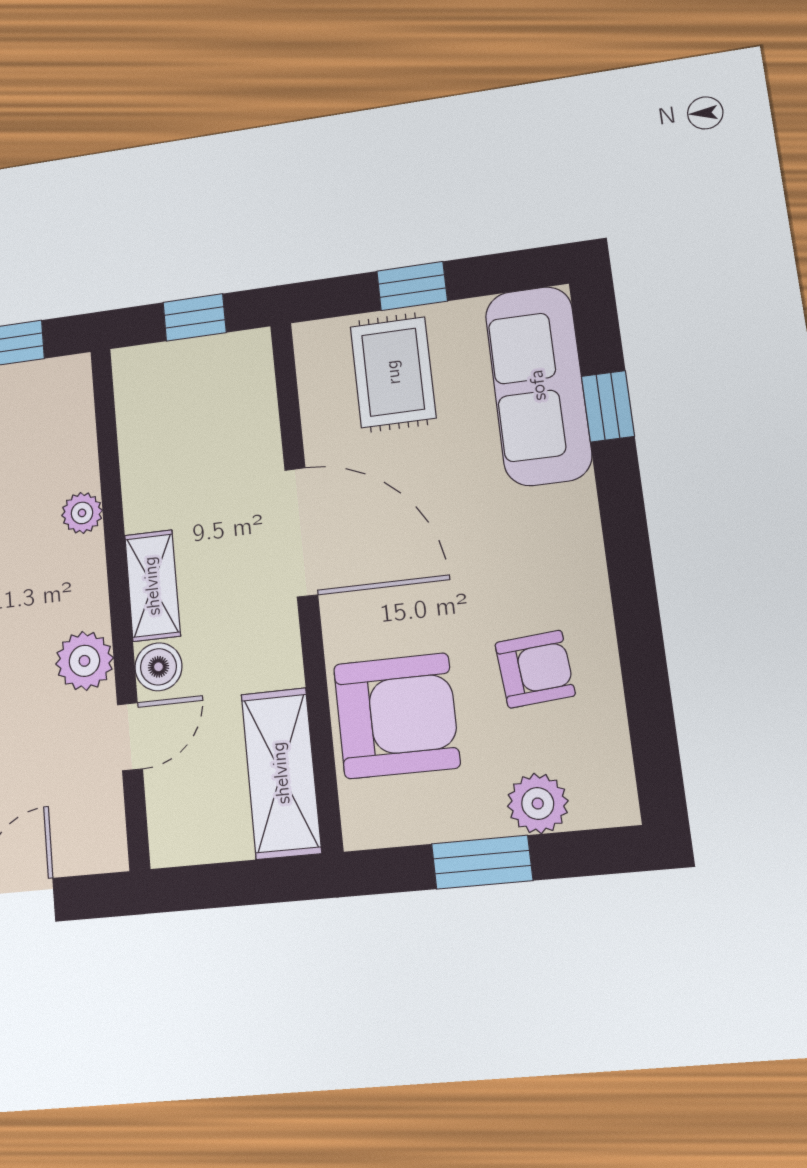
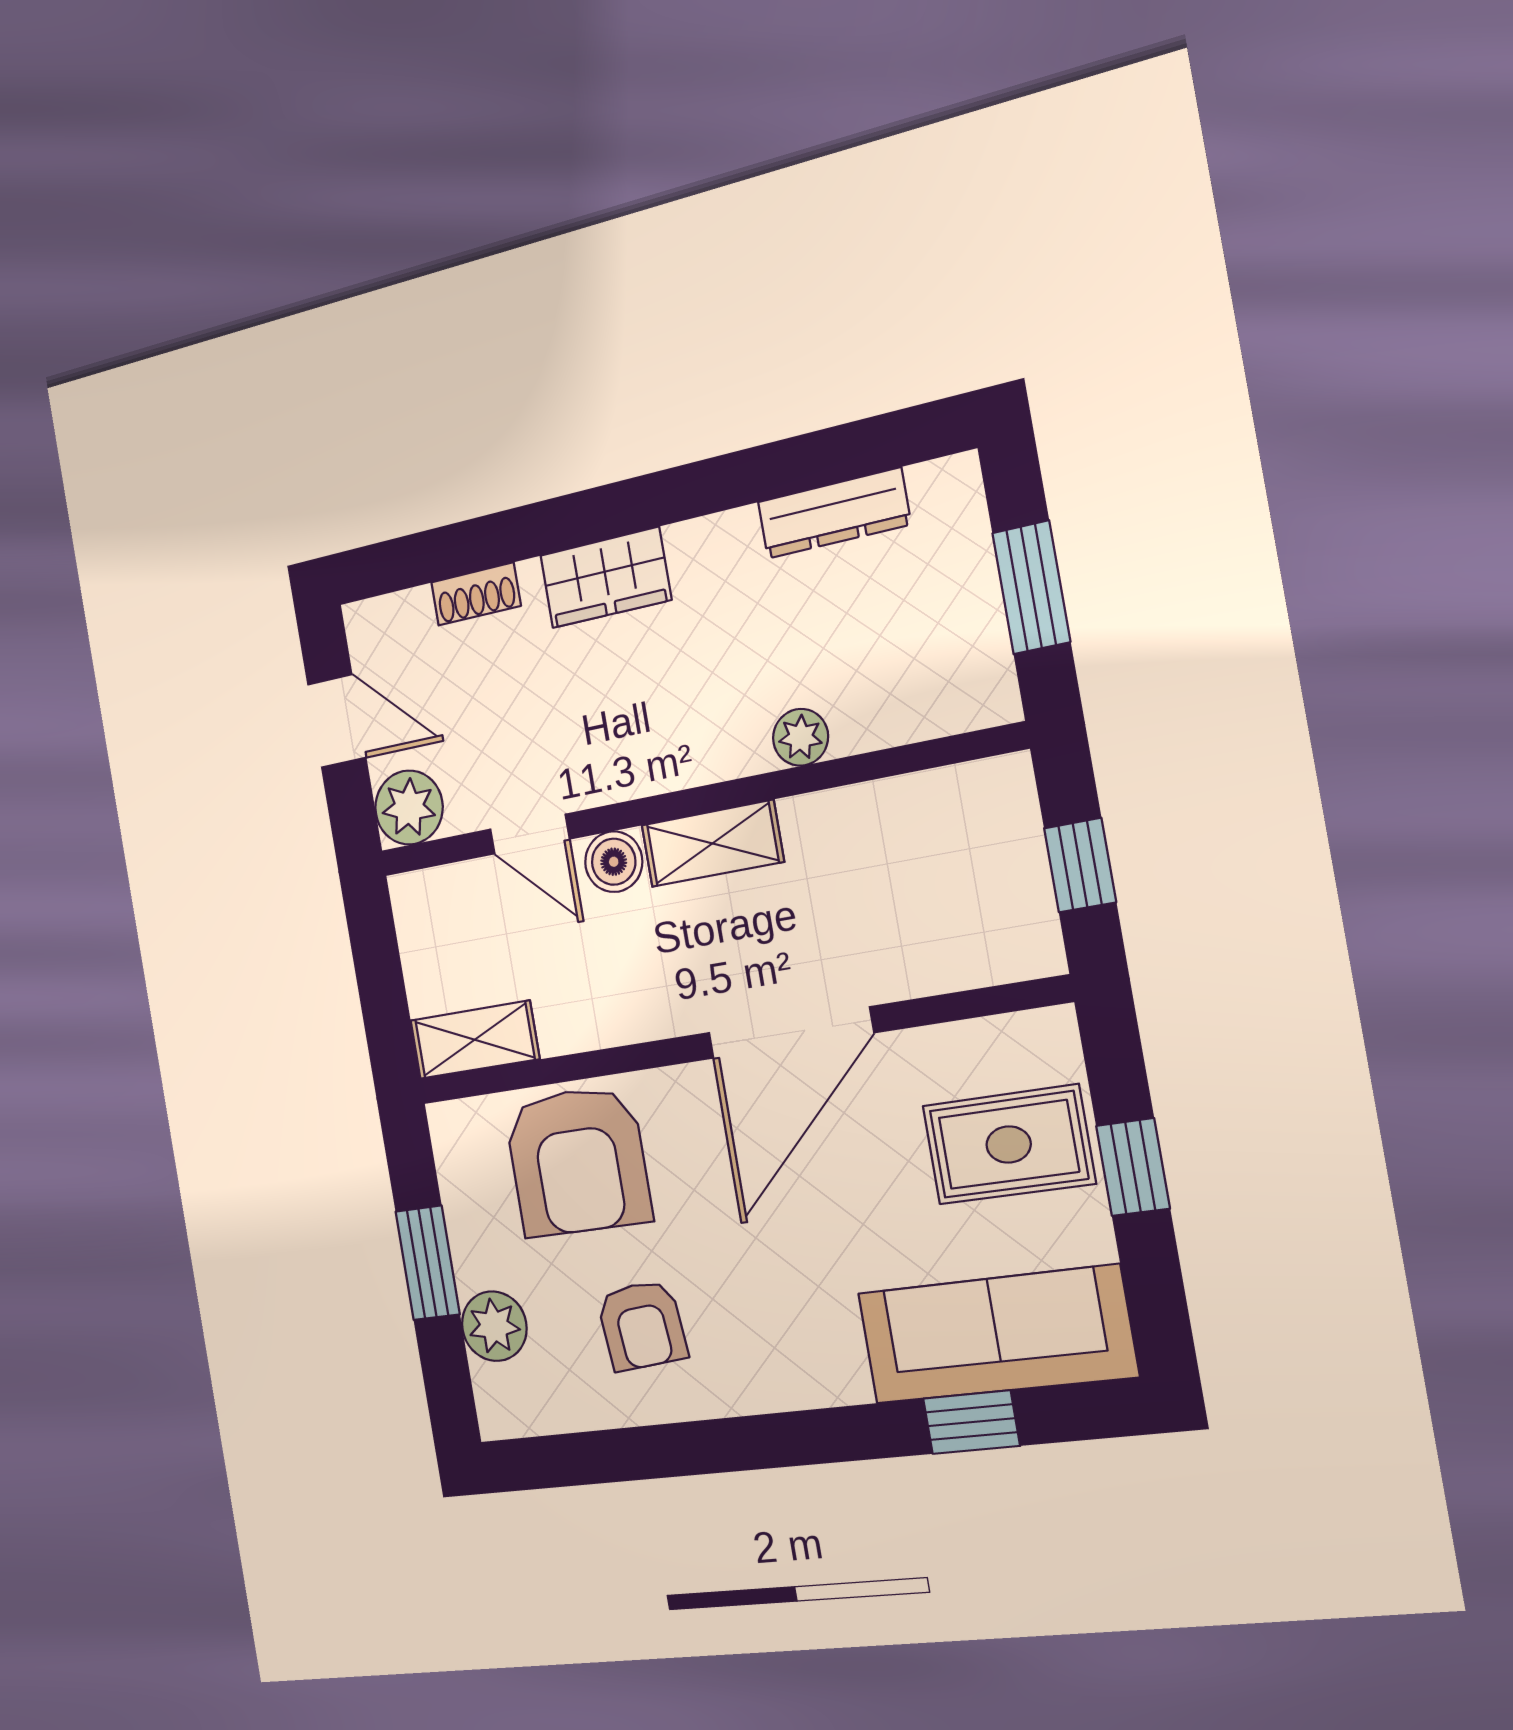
plant: (84, 661) -> (409, 808), moved
shelving: (281, 773) -> (475, 1040), width x0.67, depth x0.75

